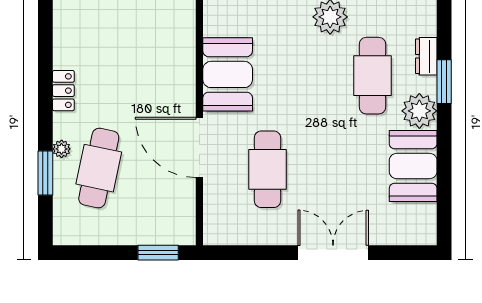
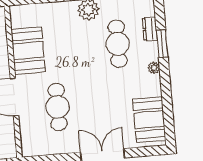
plant: (419, 111) -> (154, 68), width x0.53, depth x0.53
booth: (413, 166) -> (149, 120), moved

